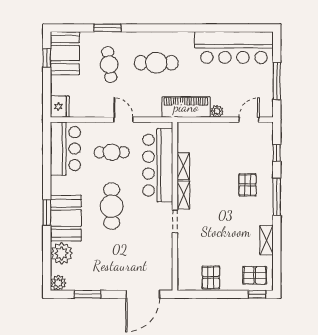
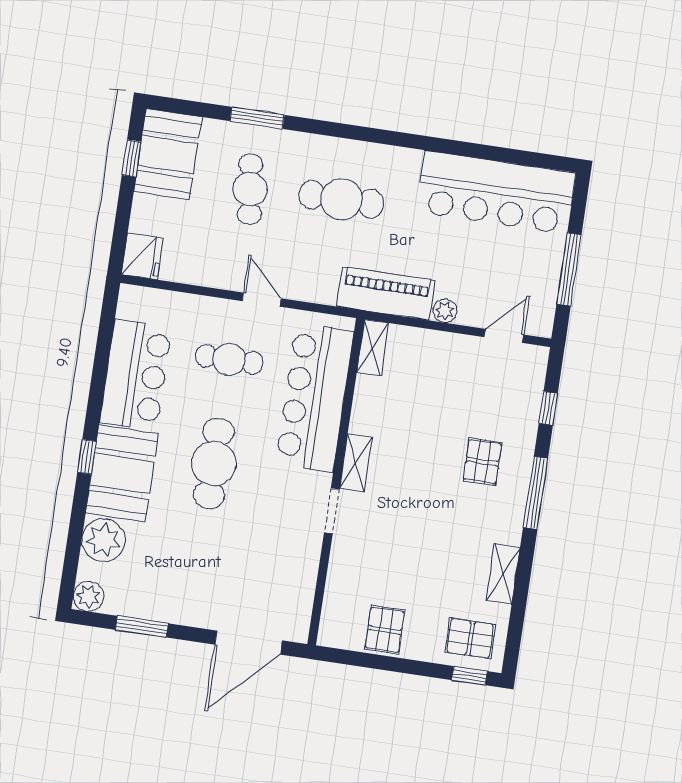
bar counter: (65, 149) -> (136, 375), moved
shelving: (183, 166) -> (373, 348), moved
window: (47, 212) -> (87, 457), width x0.67

